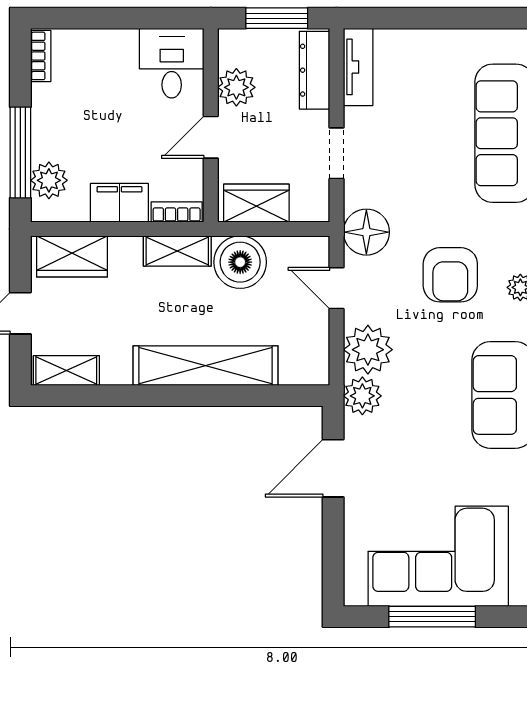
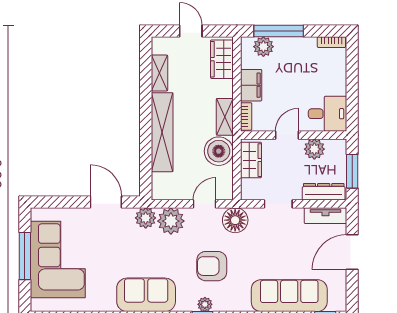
door: (425, 18) -> (352, 252), added
door: (211, 137) -> (287, 135), hinge flipped
shelving: (66, 371) -> (159, 73), moved

